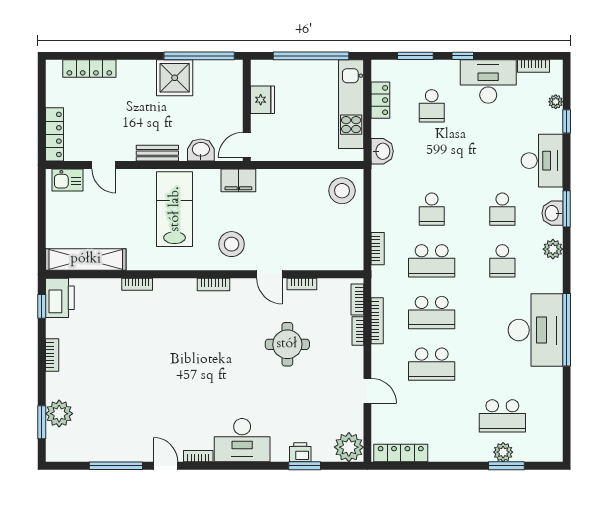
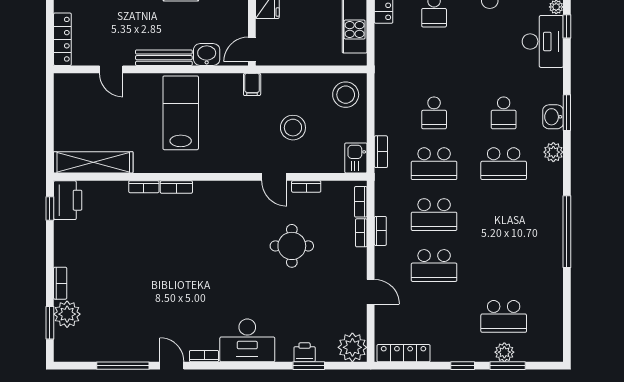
washbasin: (382, 151) -> (385, 56), removed
bench: (157, 153) -> (164, 58), width x1.36
desk: (542, 161) -> (543, 41), moved
kitchen sink: (67, 180) -> (356, 158), moved, turned 90
filing cabinet: (238, 180) -> (252, 84), width x0.50
stool: (232, 244) -> (293, 128), moved
school desk: (502, 261) -> (504, 164), width x1.85
bookcase: (213, 285) -> (176, 187), moved
bookcase: (377, 321) -> (380, 231), width x0.64
desk: (536, 330) -> (536, 232), removed
bookcase: (52, 355) -> (60, 283), moved
window: (461, 466) -> (463, 366), added

